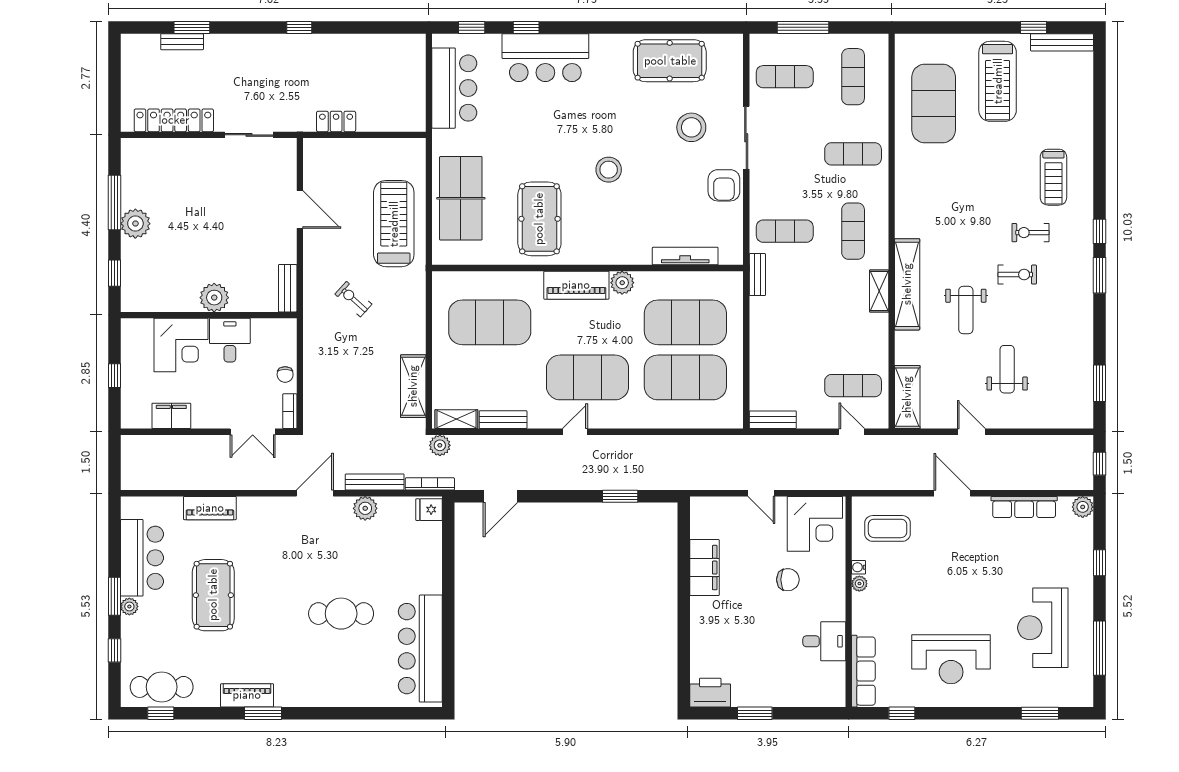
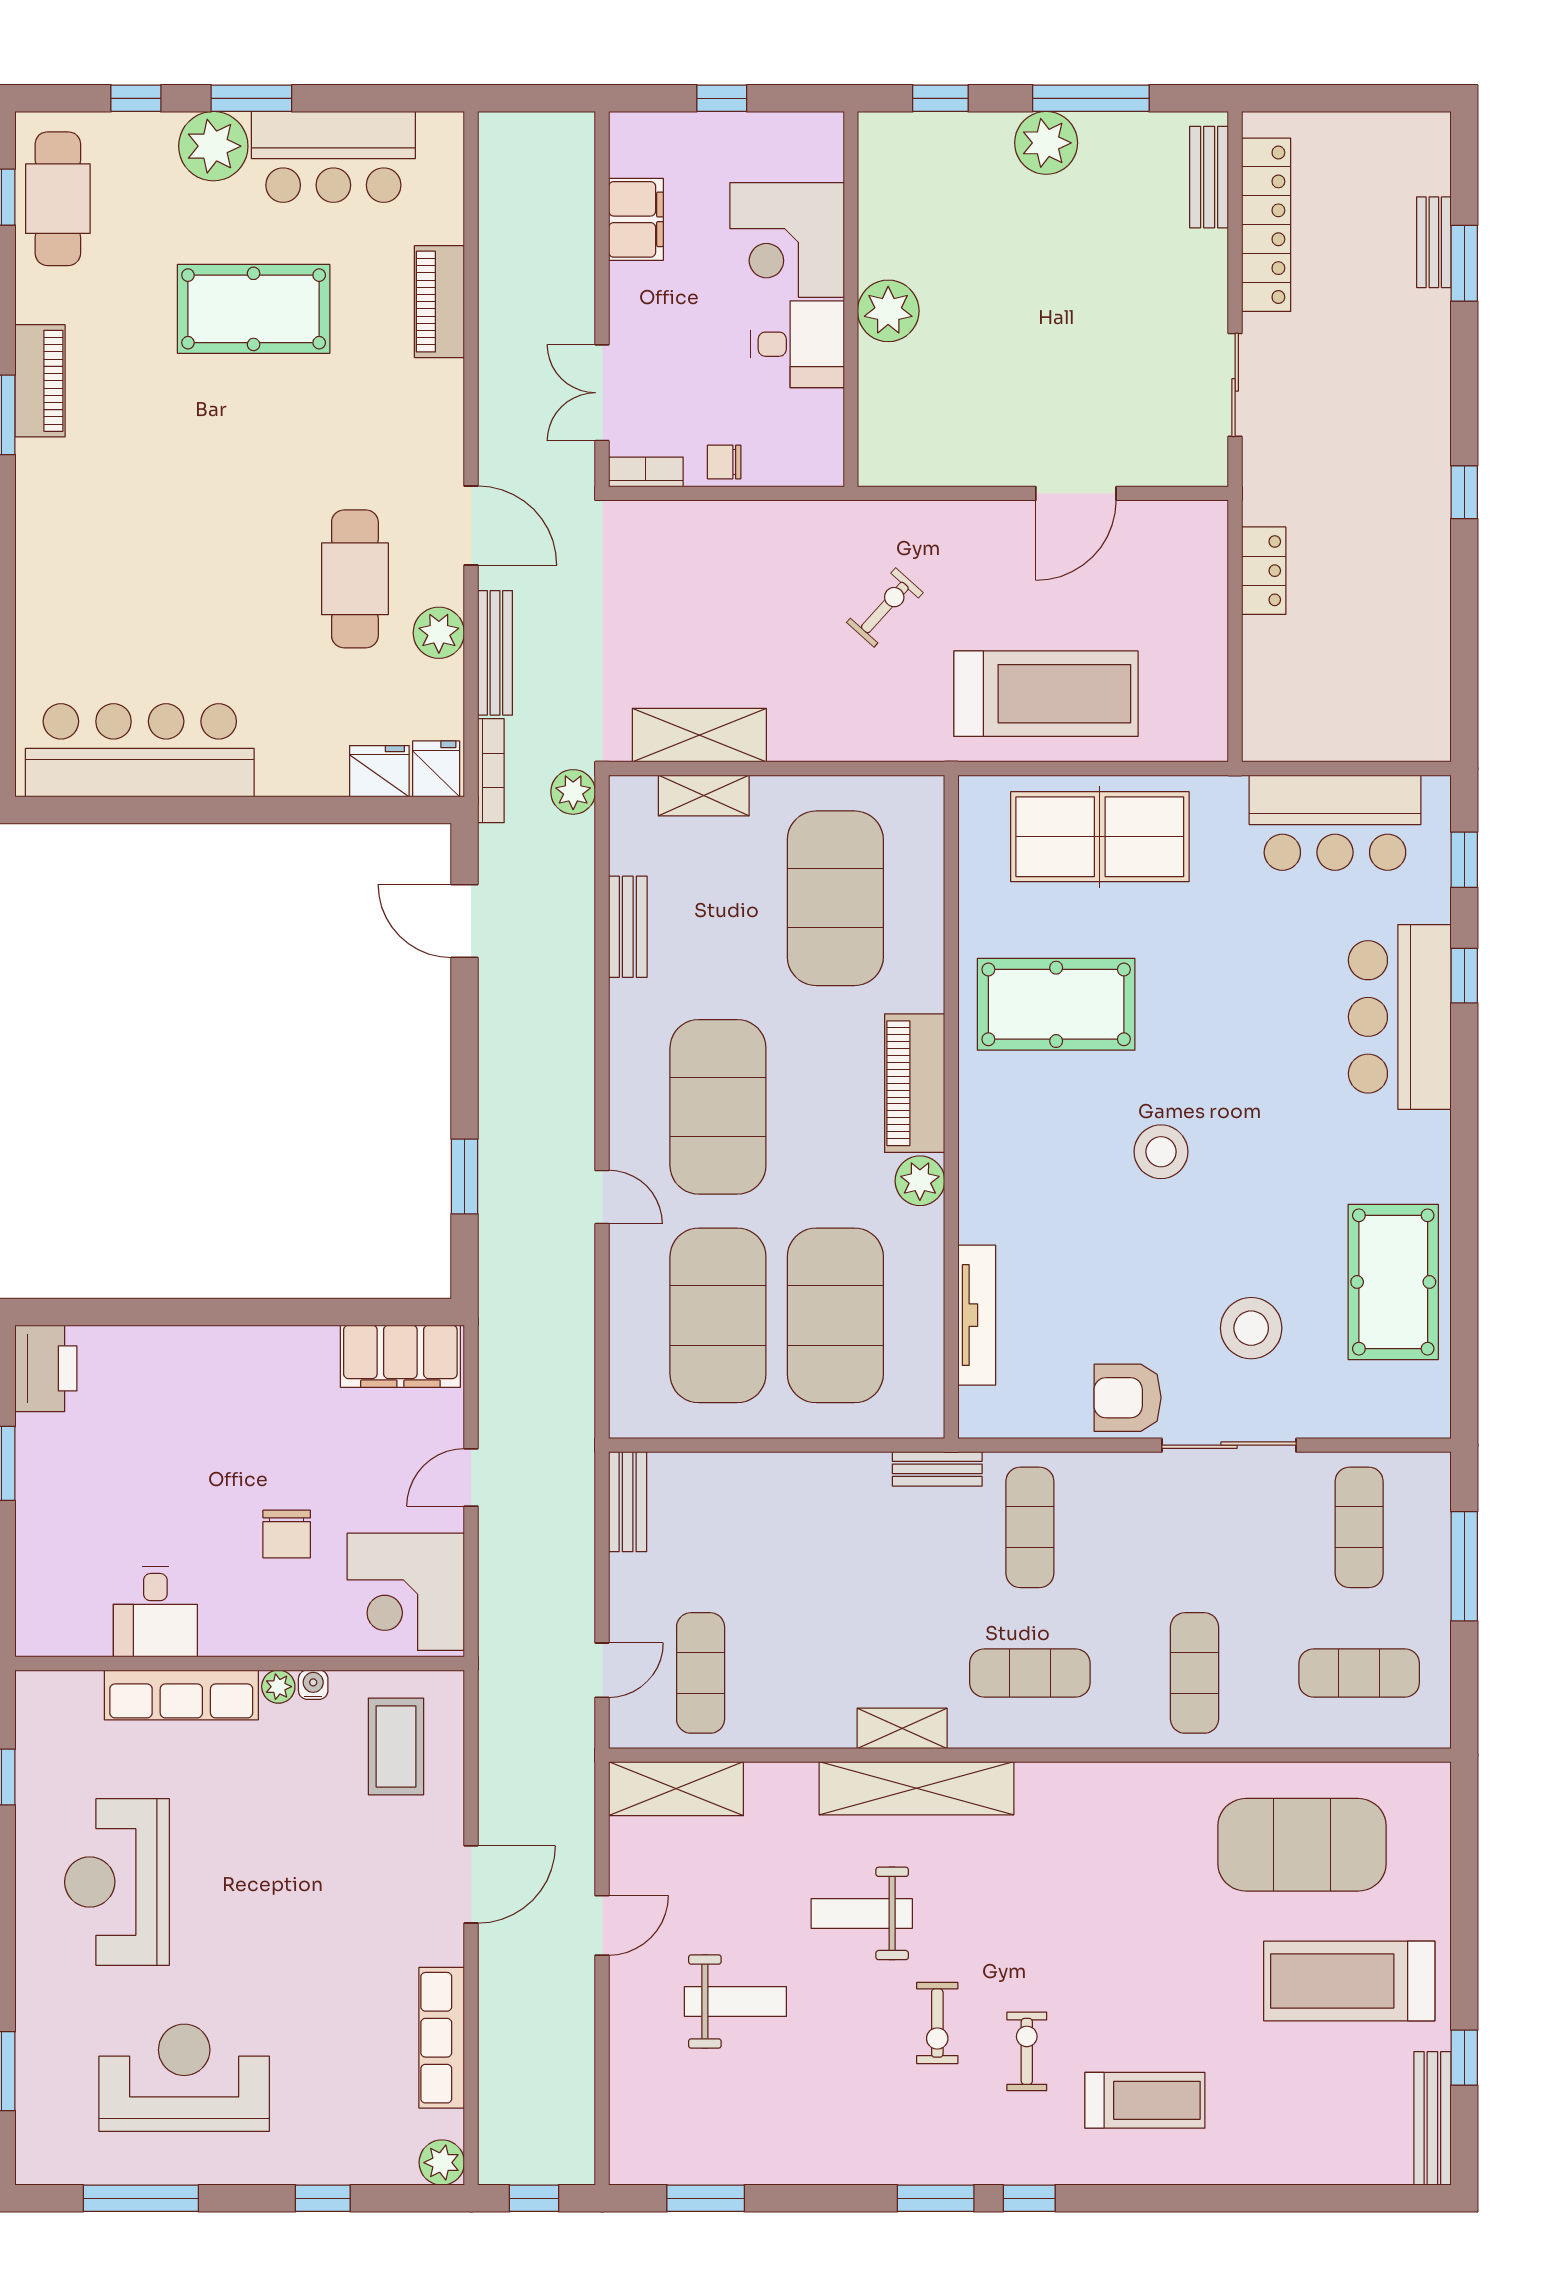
treadmill: (1053, 177) -> (1145, 2100), turned 180
bench: (288, 288) -> (1209, 177), moved, turned 90
shelving: (456, 419) -> (704, 795), moved, turned 90
door: (575, 432) -> (602, 1197), moved
fridge: (430, 536) -> (379, 771), added
filing cabinet: (705, 568) -> (400, 1356), moved
plant: (129, 606) -> (213, 146), width x1.88, depth x1.88
cafe table: (341, 614) -> (355, 579), moved
row of seats: (863, 671) -> (181, 1695), moved

